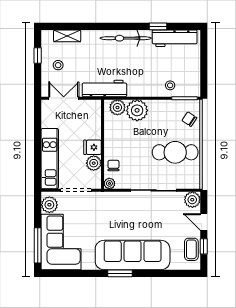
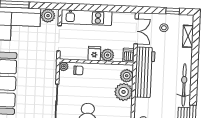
workbench: (104, 89) -> (145, 72), width x1.36, depth x1.32
dishwasher: (93, 106) -> (129, 55), added
plant: (94, 163) -> (108, 55), moved

